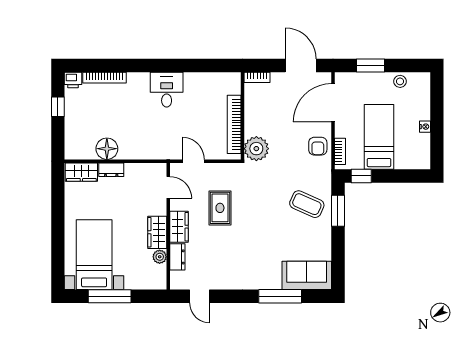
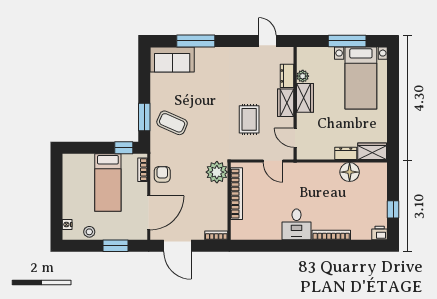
bookcase: (104, 78) -> (331, 235), moved
nightstand: (425, 127) -> (67, 225), moved

